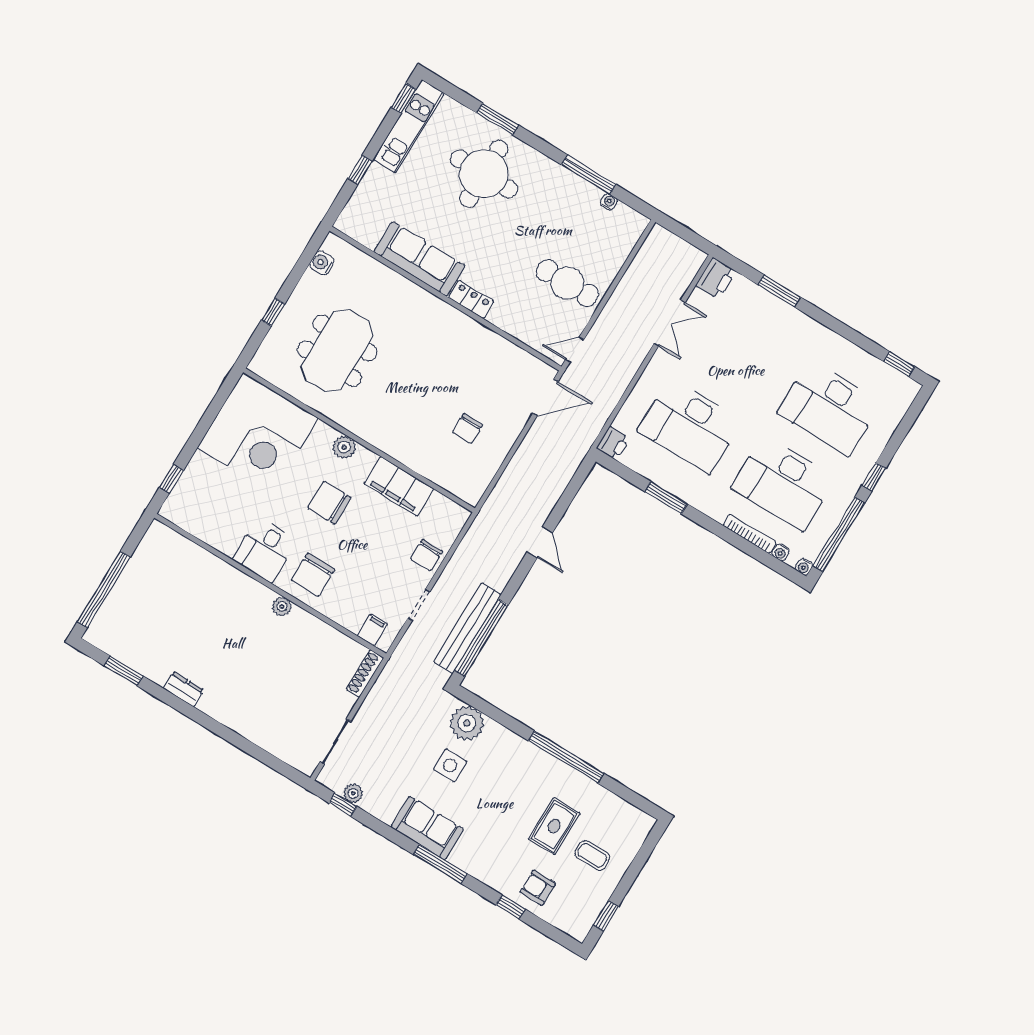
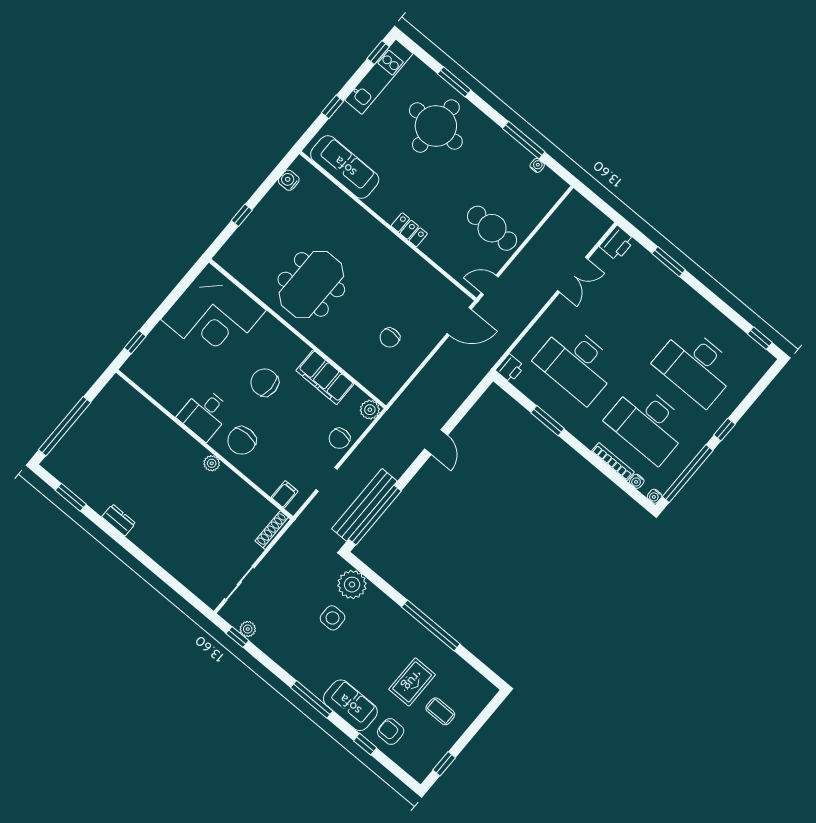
sofa: (419, 259) -> (345, 167), moved
meeting table: (337, 351) -> (311, 284), moved
plant: (344, 447) -> (370, 410), moved
sofa: (427, 828) -> (350, 705), moved

